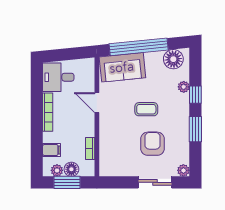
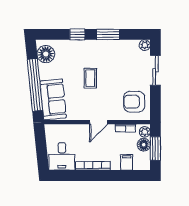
plant: (184, 87) -> (70, 45), removed
door: (97, 103) -> (99, 122), moved
armchair: (153, 144) -> (134, 102), moved
plant: (57, 170) -> (145, 132), moved

